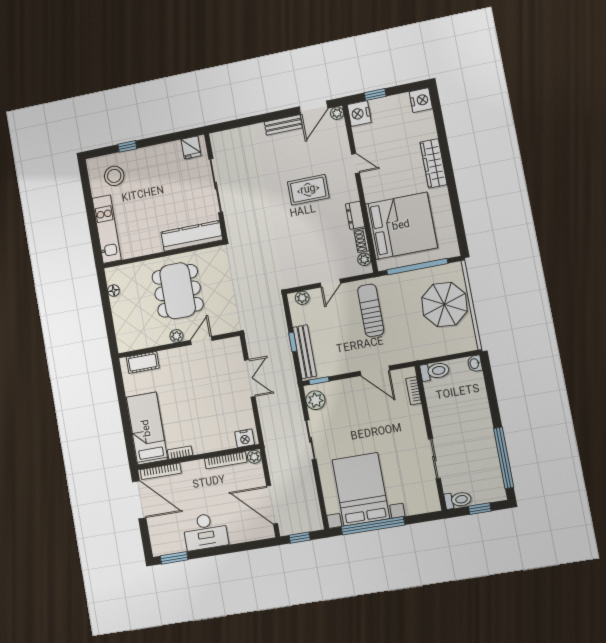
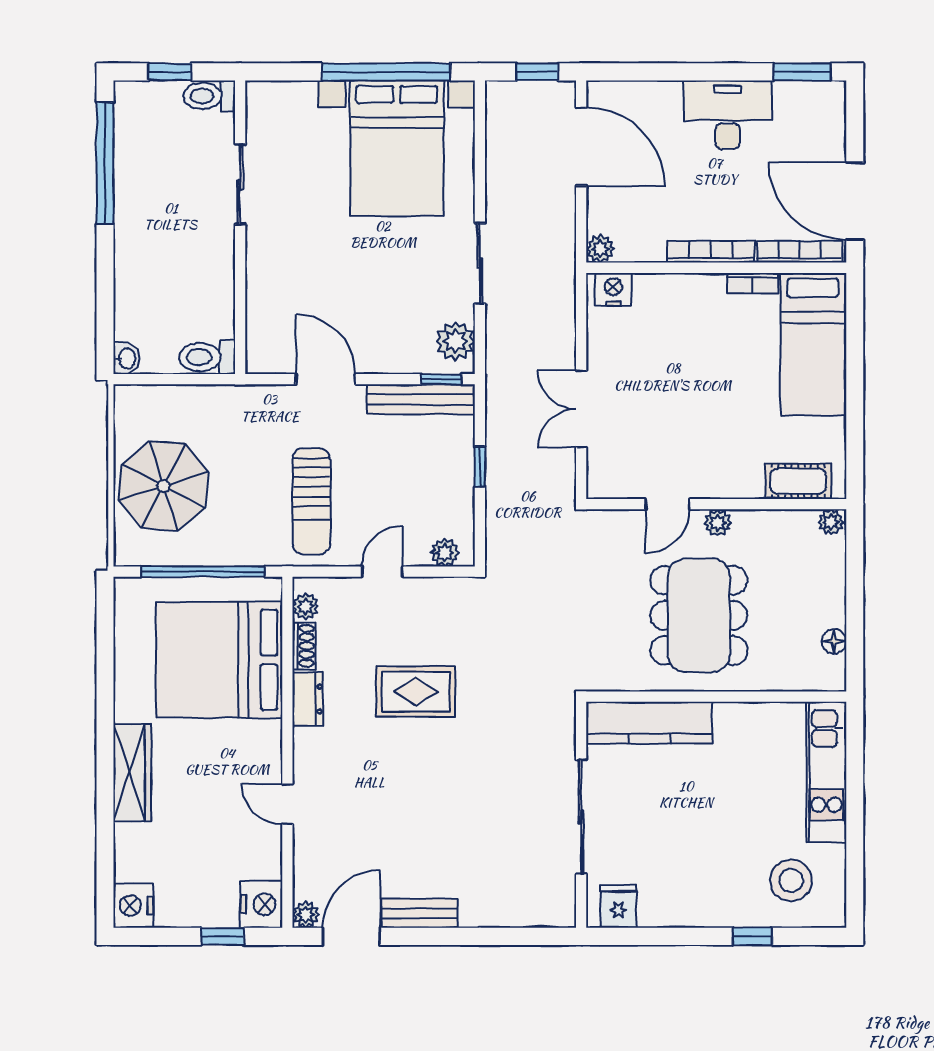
rug: (308, 190) -> (416, 692), moved
plant: (124, 346) -> (831, 522), added
bench: (305, 352) -> (421, 399), moved, turned 90
bookcase: (414, 391) -> (256, 325), removed
bookcase: (226, 460) -> (711, 252), moved

